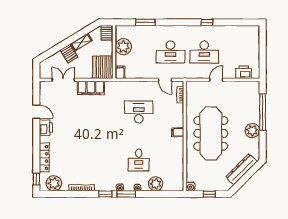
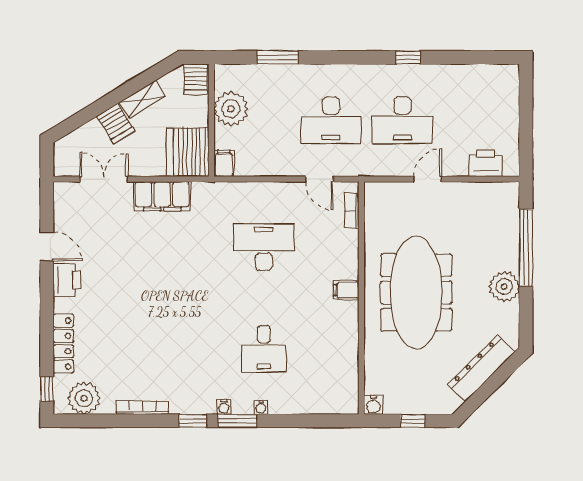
plant: (156, 184) -> (299, 399), removed

